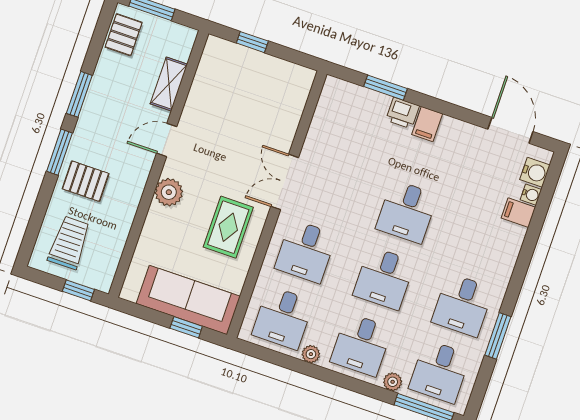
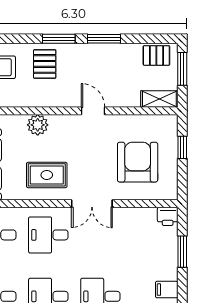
shelving: (169, 84) -> (159, 99), moved
armchair: (252, 106) -> (138, 162), added
printer: (403, 113) -> (168, 216), moved, turned -90
double door: (285, 182) -> (92, 204), swing flipped
plant: (169, 192) -> (38, 125), moved

